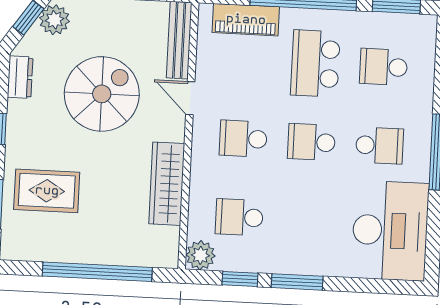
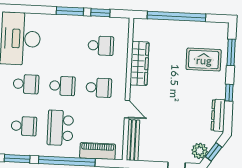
school desk: (315, 63) -> (60, 128), turned 180
dresser: (20, 77) -> (218, 115), width x1.44
spiral stairs: (102, 94) -> (174, 111), removed
school desk: (380, 145) -> (26, 84), turned 180
plant: (200, 255) -> (121, 25), removed

